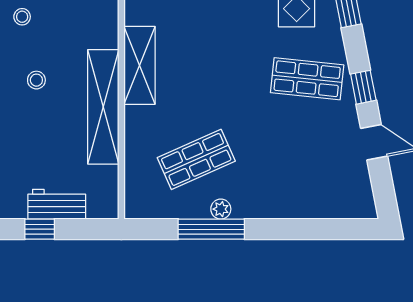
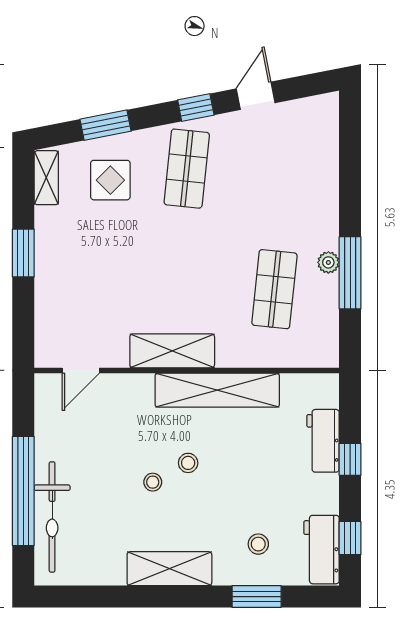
stool: (22, 17) -> (153, 482), moved
shop shelf: (196, 159) -> (274, 289), turned 30

